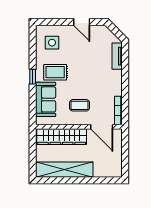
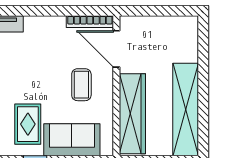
door: (102, 127) -> (116, 49), swing flipped

